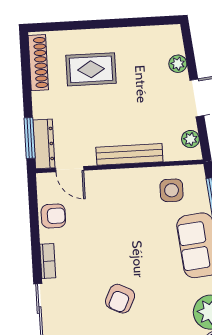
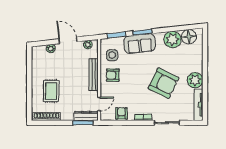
armchair: (131, 194) -> (113, 75), added
armchair: (120, 299) -> (163, 83), width x1.88, depth x1.88

